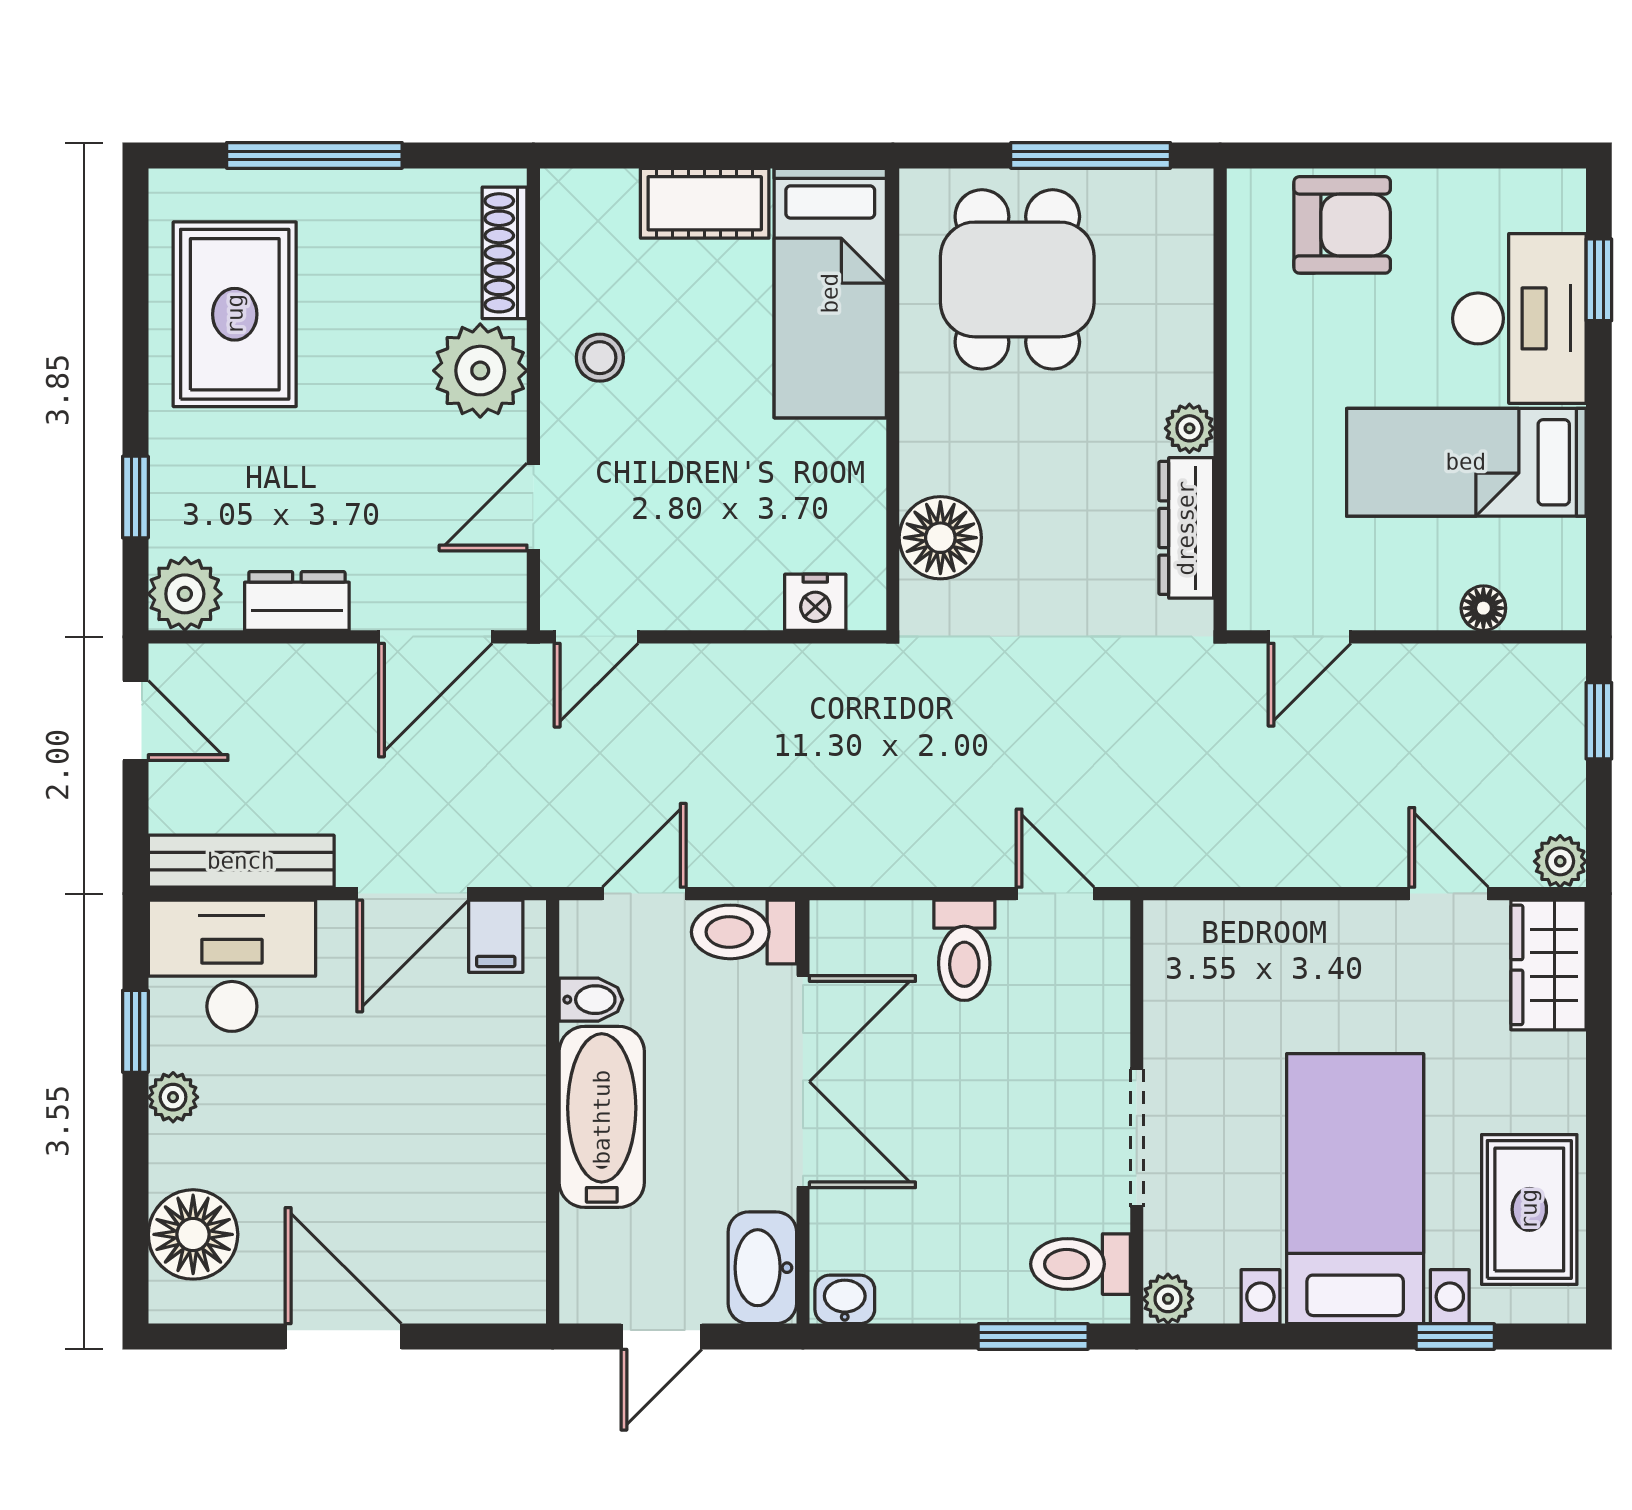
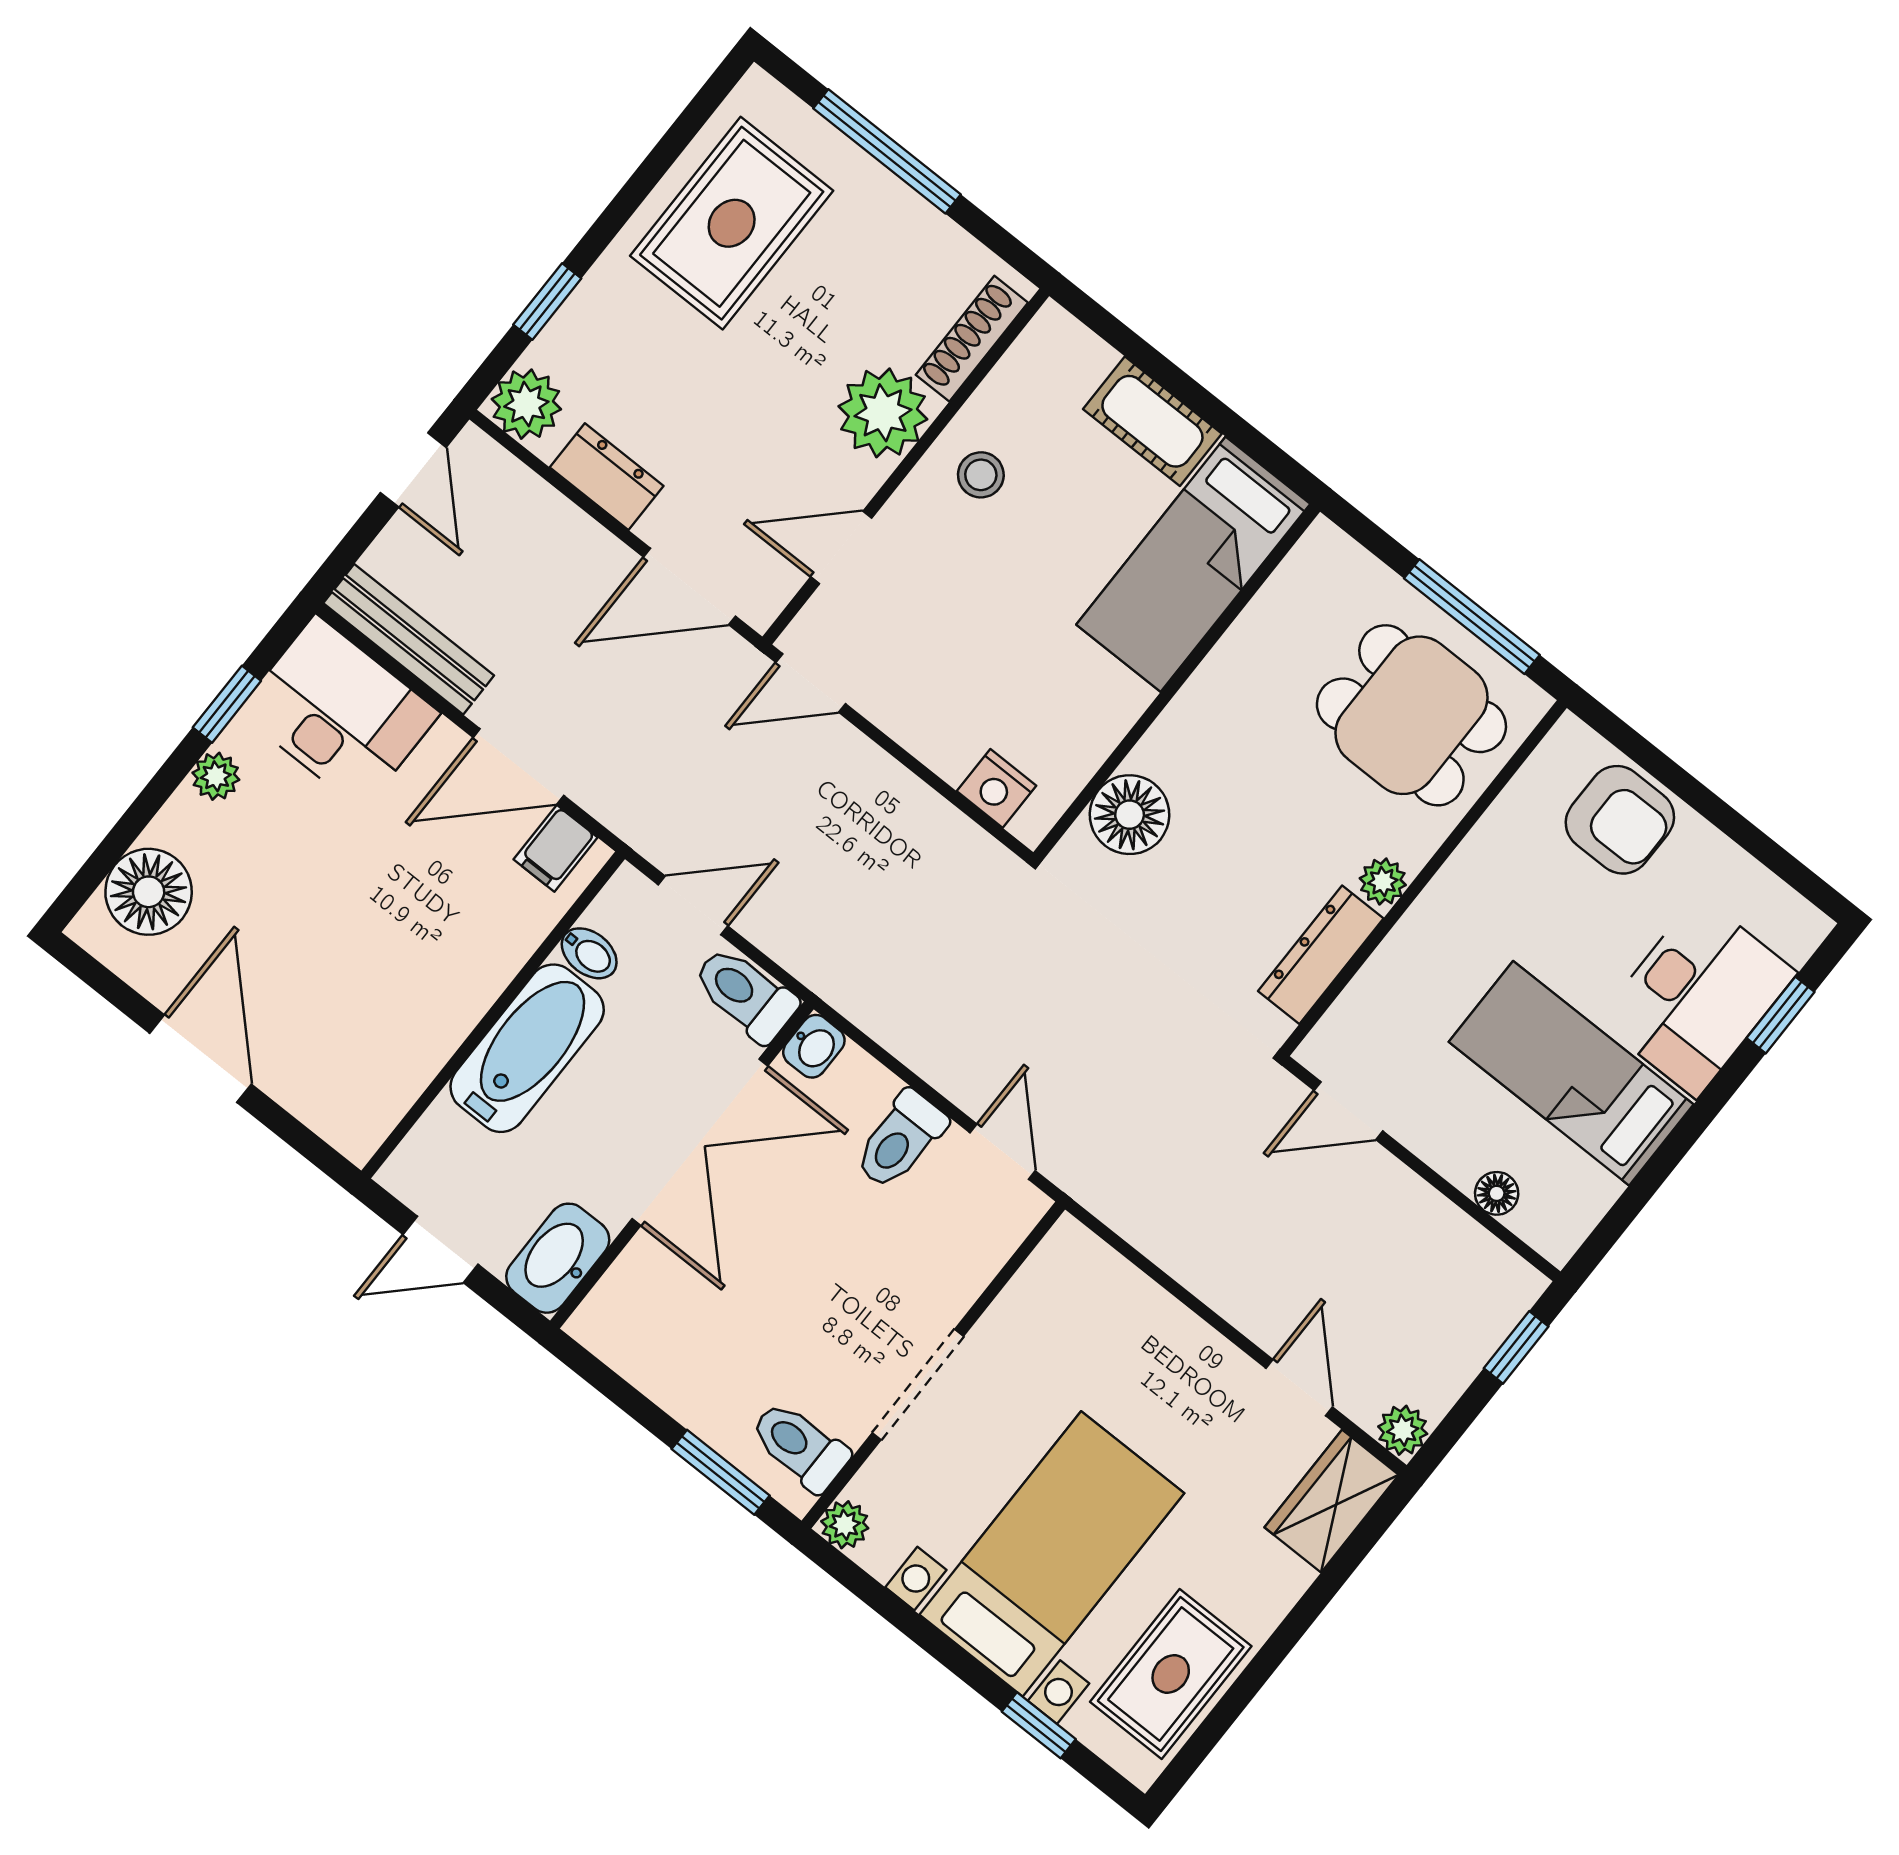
dining table: (1017, 279) -> (1411, 715), moved, turned 90
washbasin: (845, 1299) -> (814, 1046), moved, turned 90

